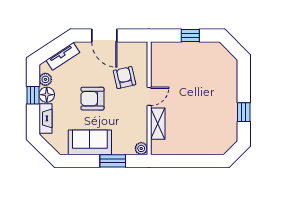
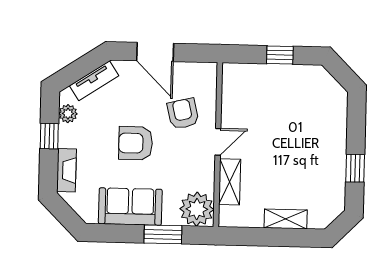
floor lamp: (47, 95) -> (69, 136), removed
plant: (141, 148) -> (197, 209), width x1.88, depth x1.88
shelving: (197, 148) -> (286, 219), added

